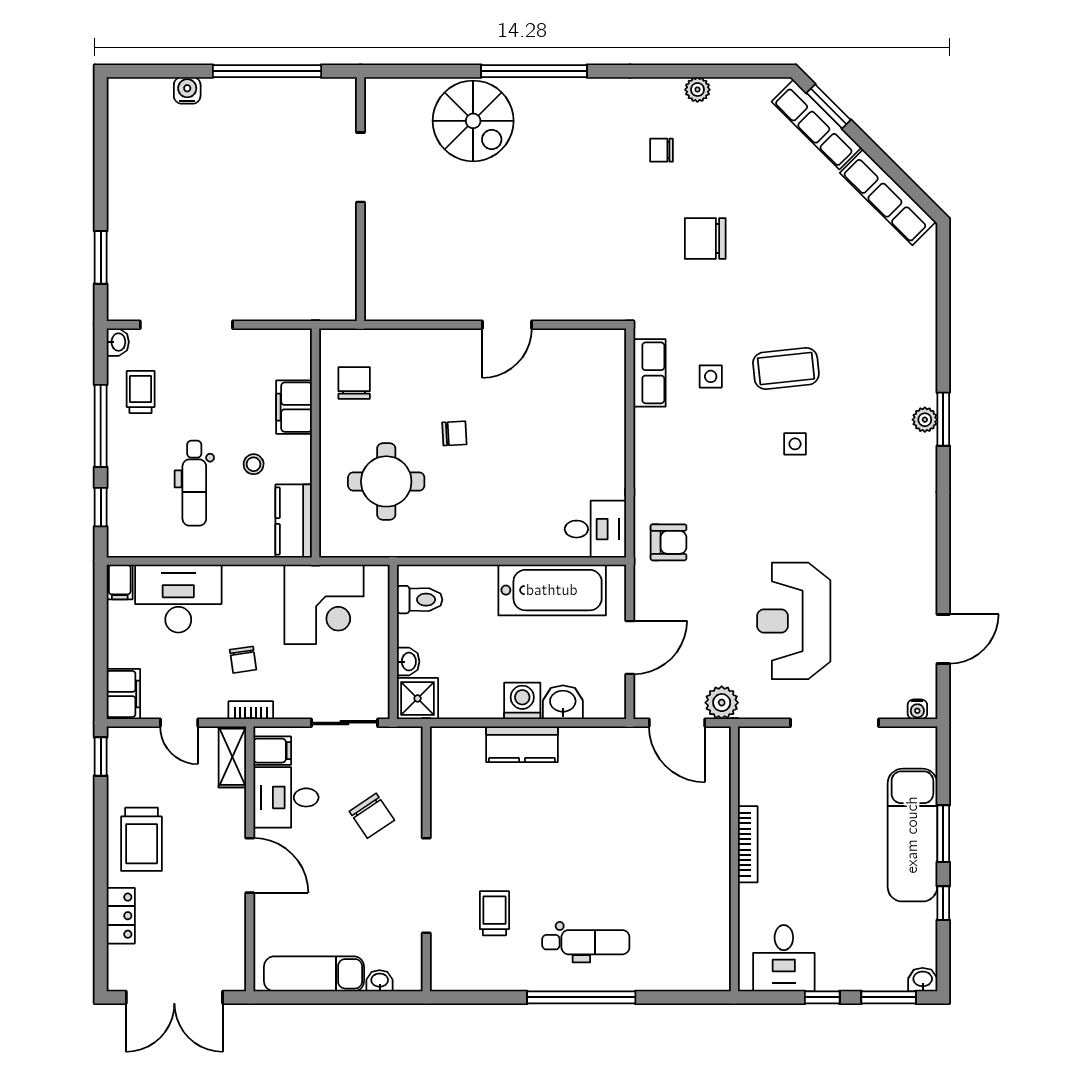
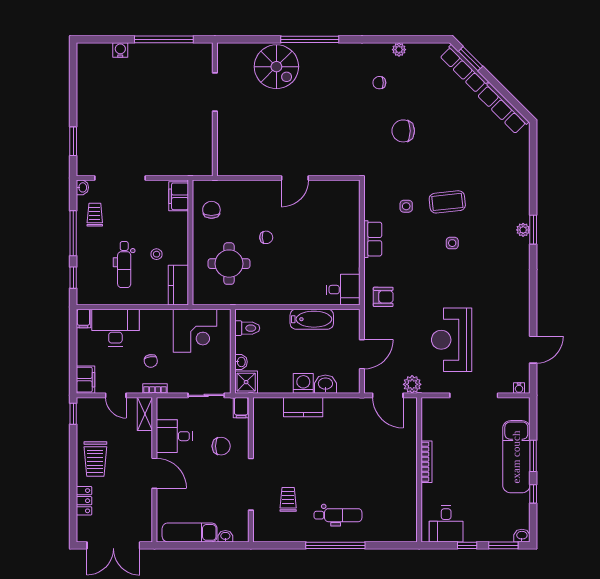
row of seats: (649, 373) -> (373, 239), moved
filing cabinet: (294, 407) -> (179, 196), moved
bathtub: (552, 590) -> (312, 319), width x0.73, depth x0.73
filing cabinet: (272, 751) -> (241, 408), moved, turned 90
chair: (372, 816) -> (221, 446), turned -56

